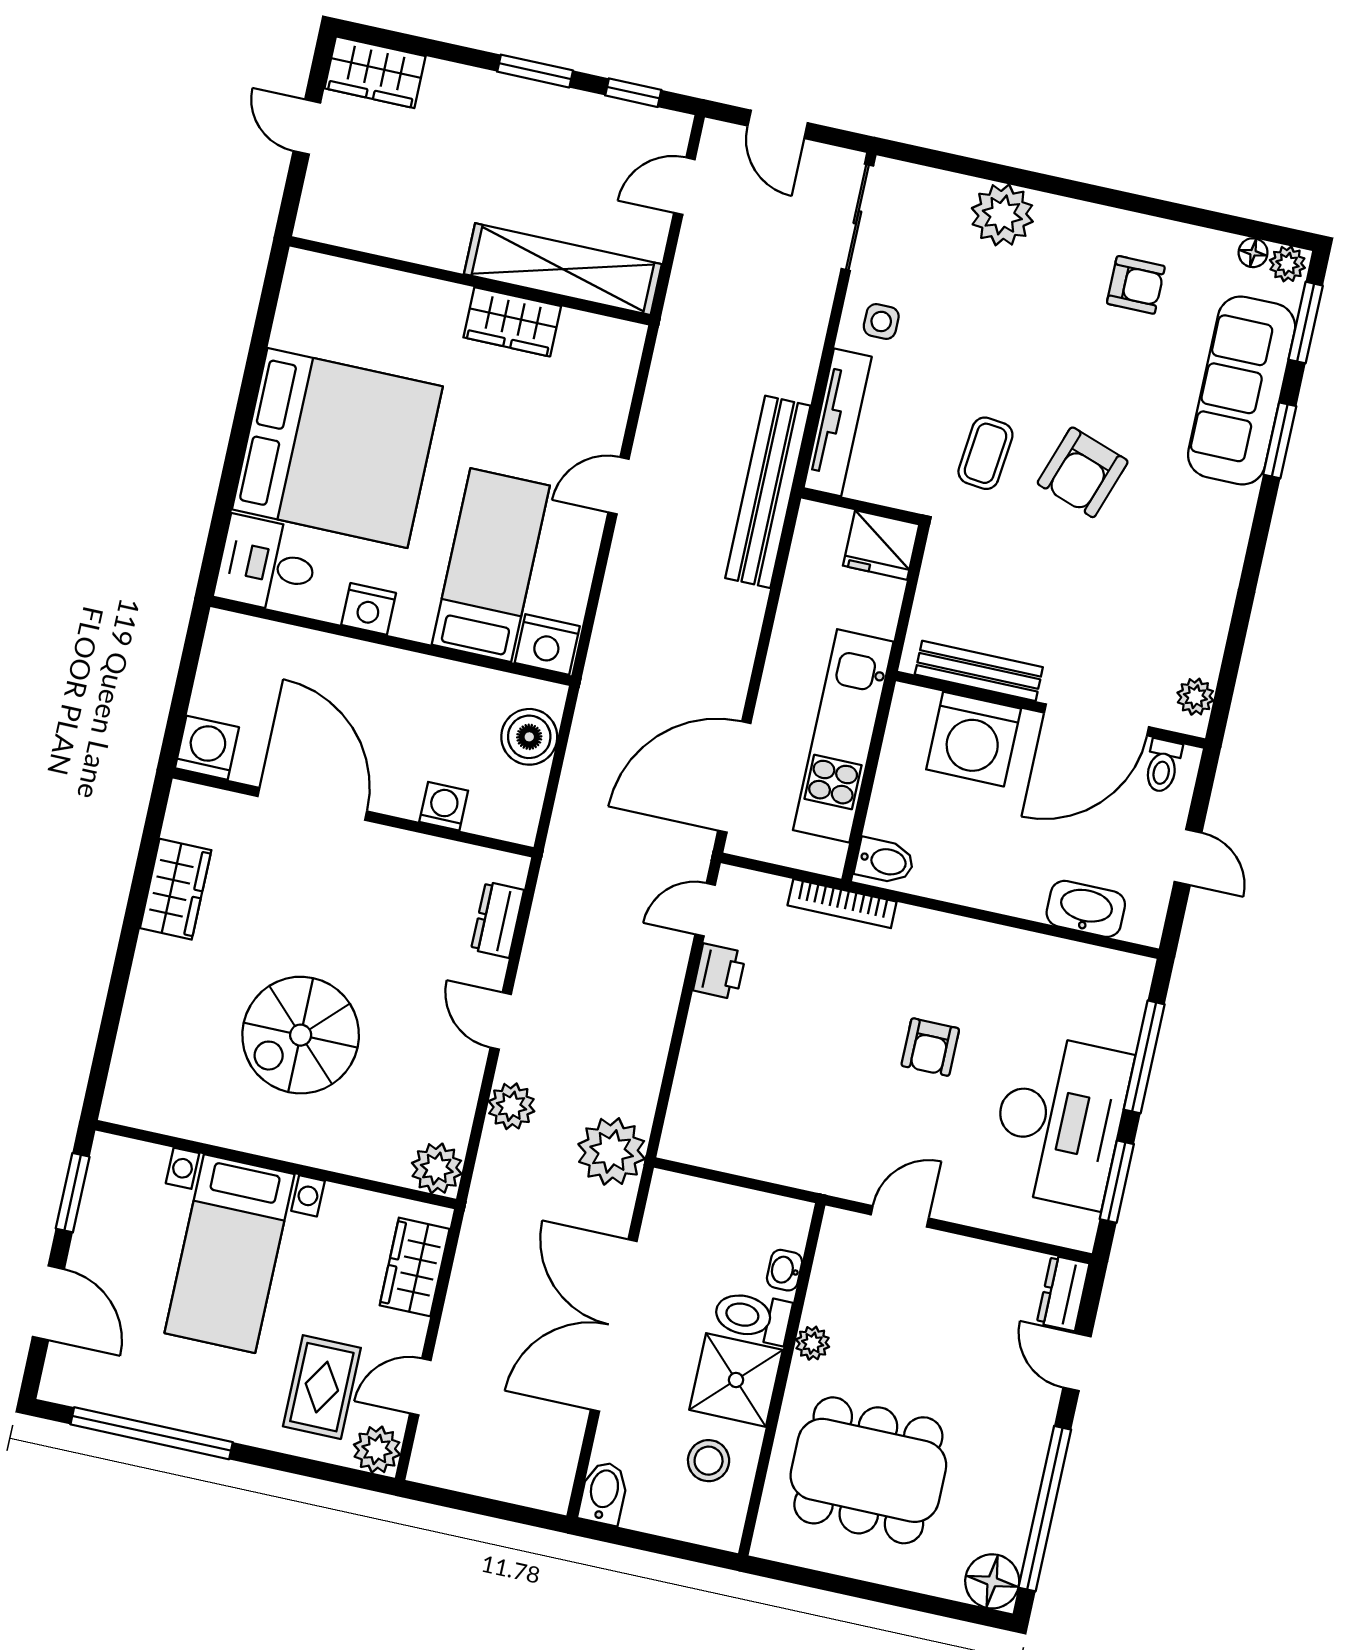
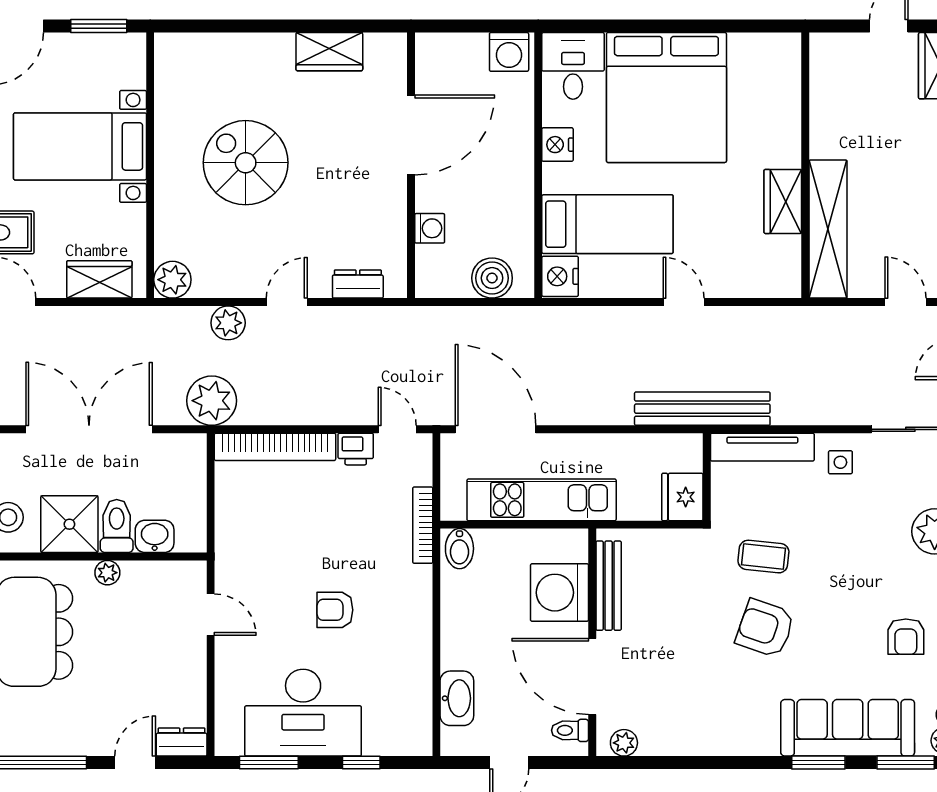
washing machine: (207, 748) -> (509, 52), moved, turned 90
window: (1144, 1057) -> (361, 763), width x0.46
bookcase: (693, 1080) -> (275, 447), added
washbasin: (785, 1270) -> (155, 536), width x1.38, depth x1.45

